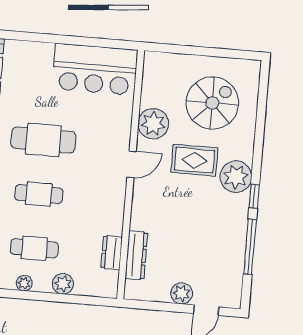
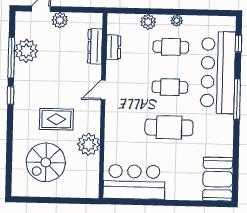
door: (132, 164) -> (103, 90), moved
plant: (236, 177) -> (26, 51), moved

